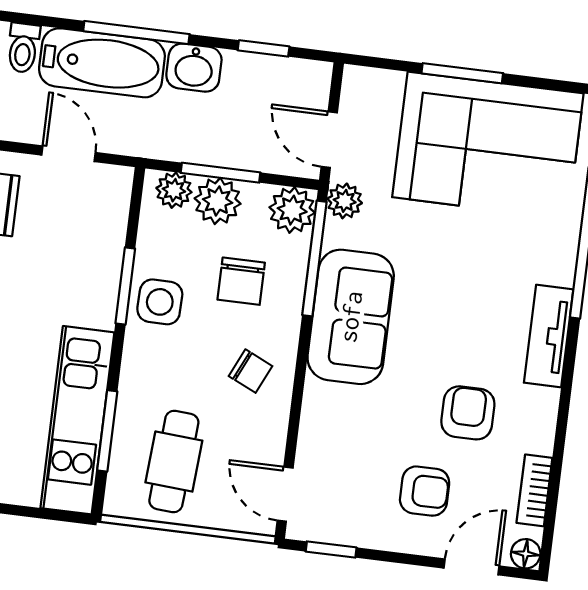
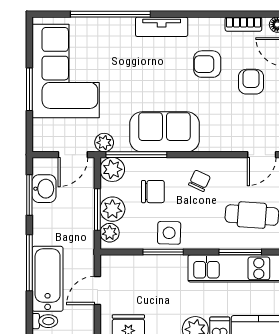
window: (264, 48) -> (29, 195), width x1.50
washbasin: (194, 68) -> (44, 189), moved

